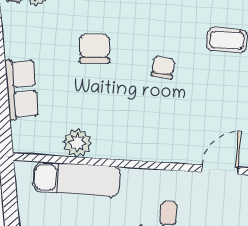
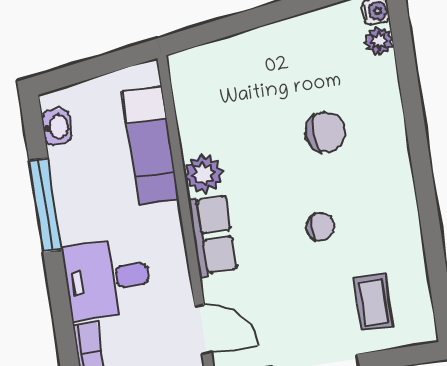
row of seats: (22, 89) -> (213, 235), moved, turned -81
plant: (77, 143) -> (204, 174), moved

